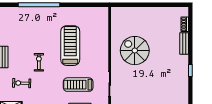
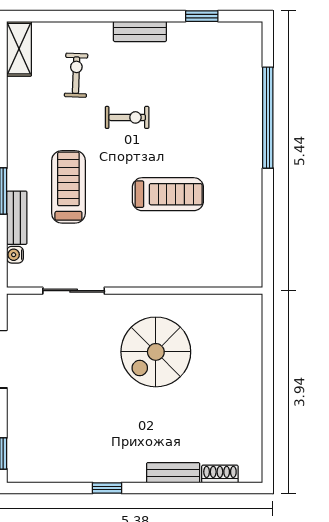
treadmill: (70, 46) -> (168, 194), width x0.73, depth x0.73
spiral stairs: (135, 51) -> (156, 352), turned 180
treadmill: (78, 85) -> (68, 187), moved

